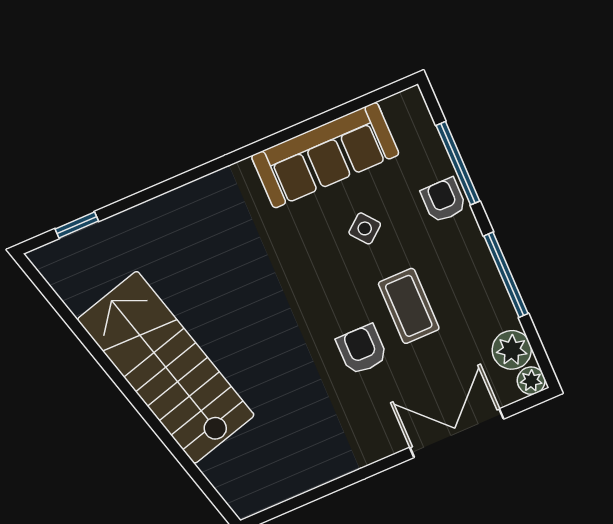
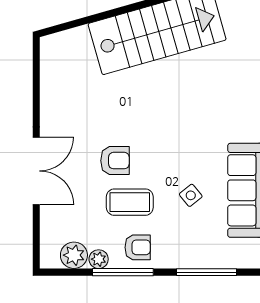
armchair: (443, 200) -> (138, 247), moved
plant: (531, 381) -> (99, 259), moved
double door: (457, 433) -> (36, 171), moved

